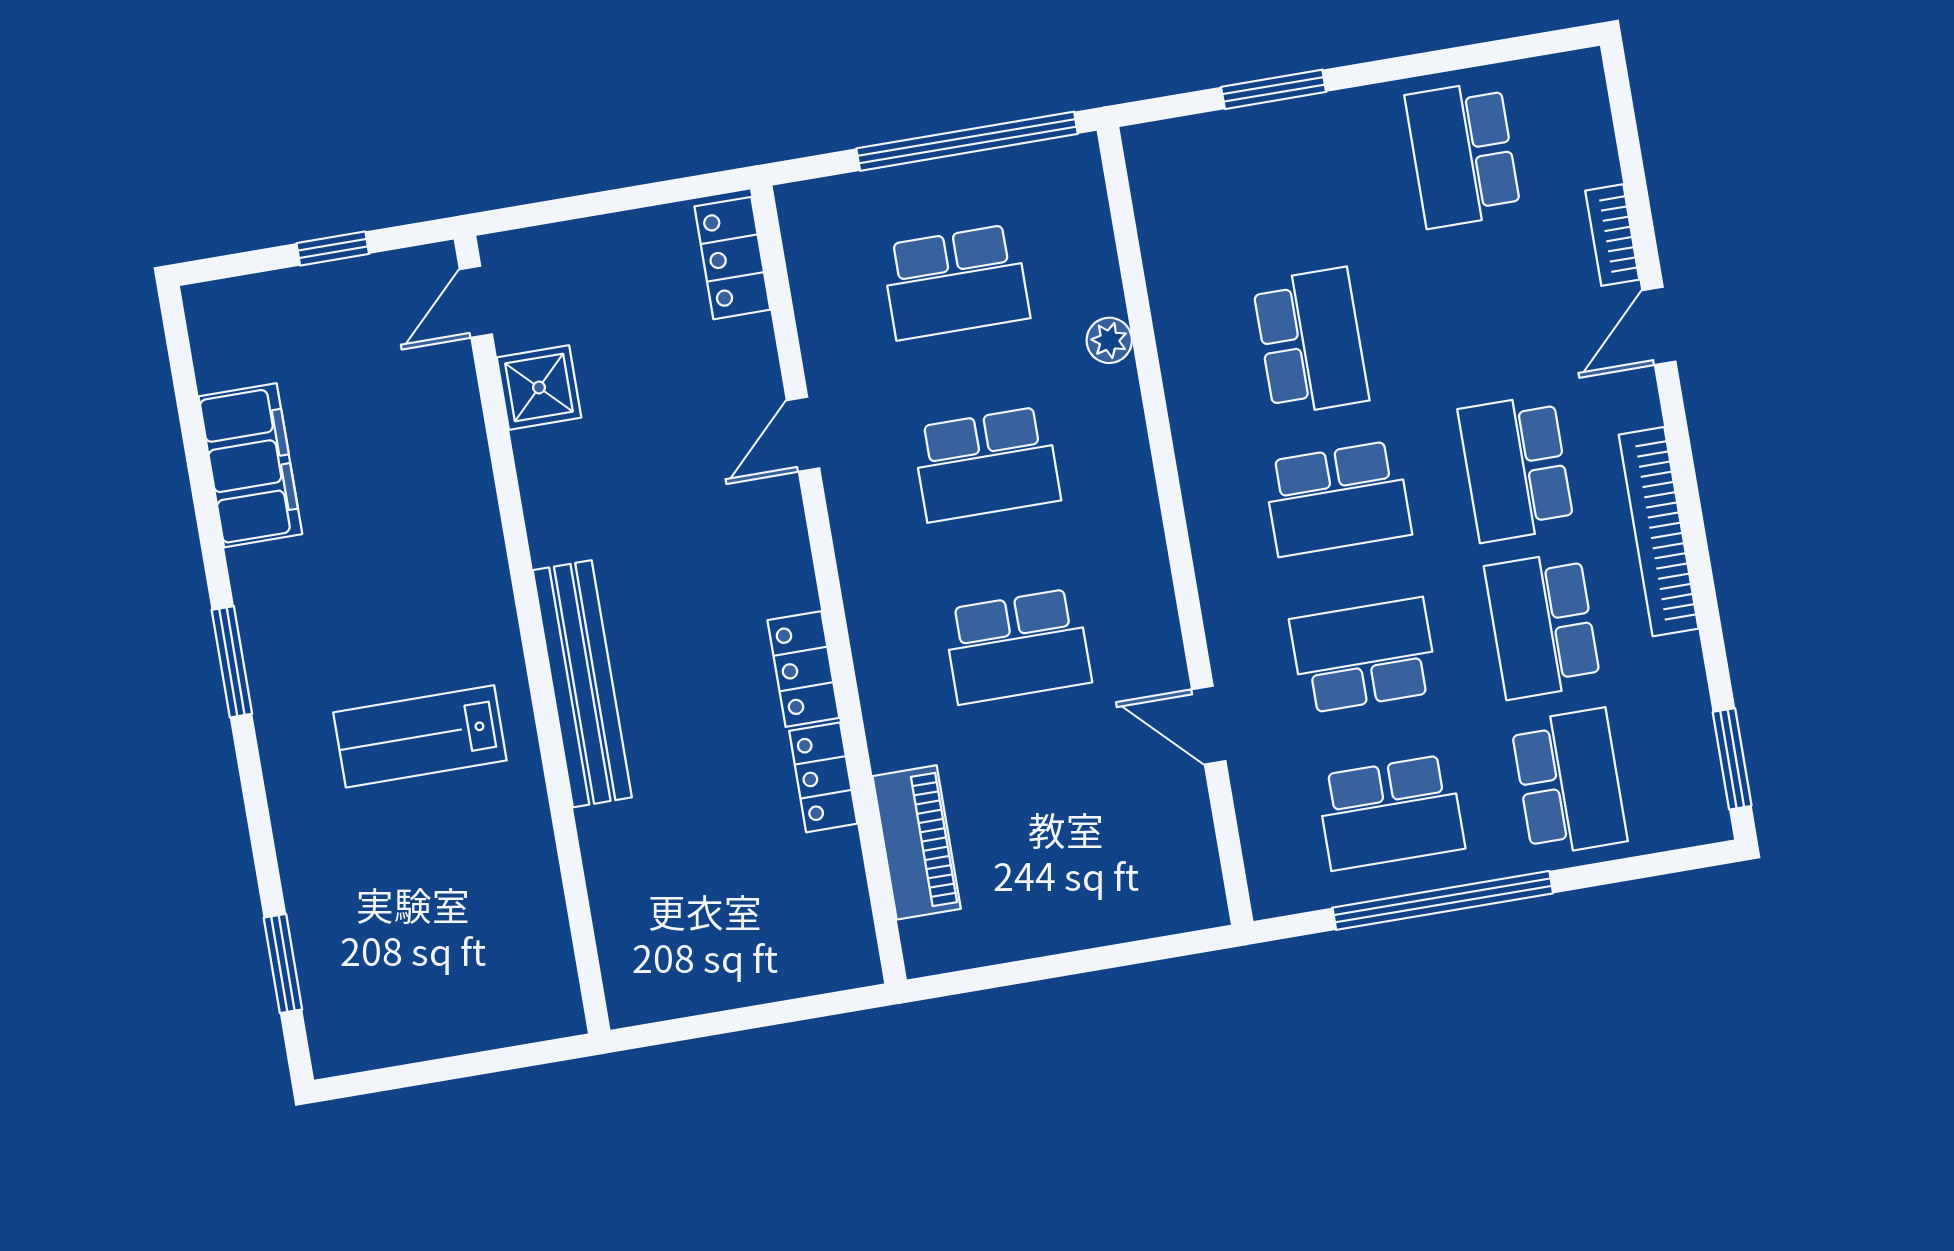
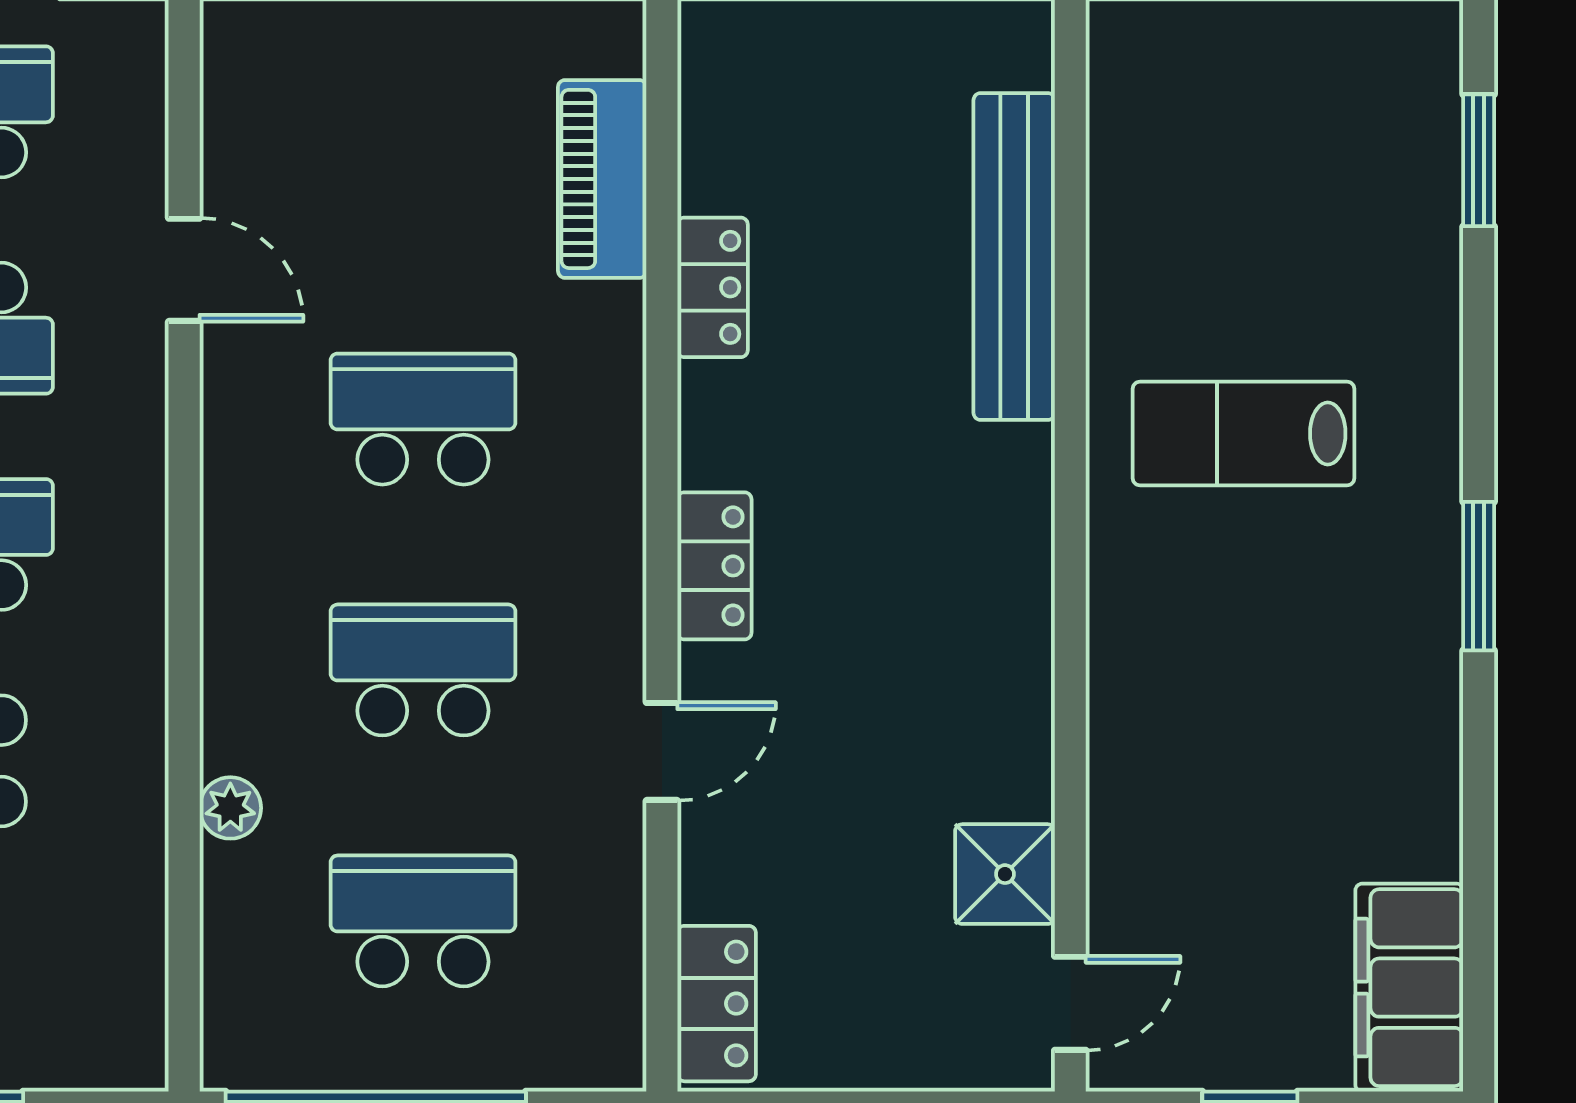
filing cabinet: (250, 465) -> (1409, 988), moved
locker: (803, 669) -> (714, 566), moved
bench: (582, 684) -> (1014, 257), moved
lab bench: (420, 736) -> (1244, 433), turned 180

